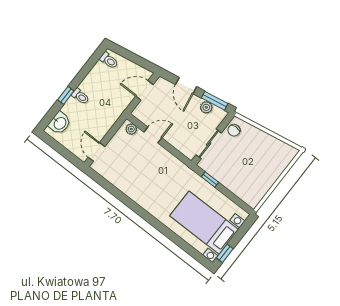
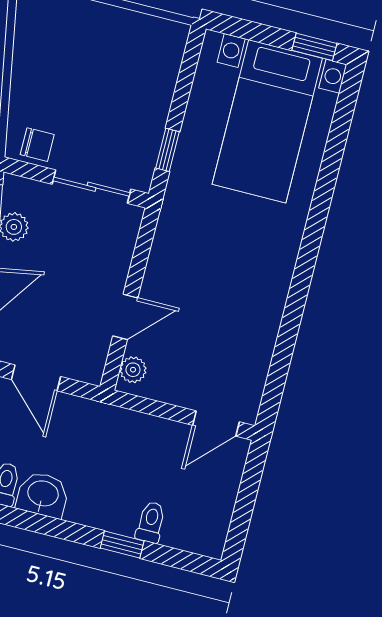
toilet: (80, 96) -> (151, 522), moved
washbasin: (60, 123) -> (43, 495), moved
door: (153, 135) -> (125, 317), swing flipped

